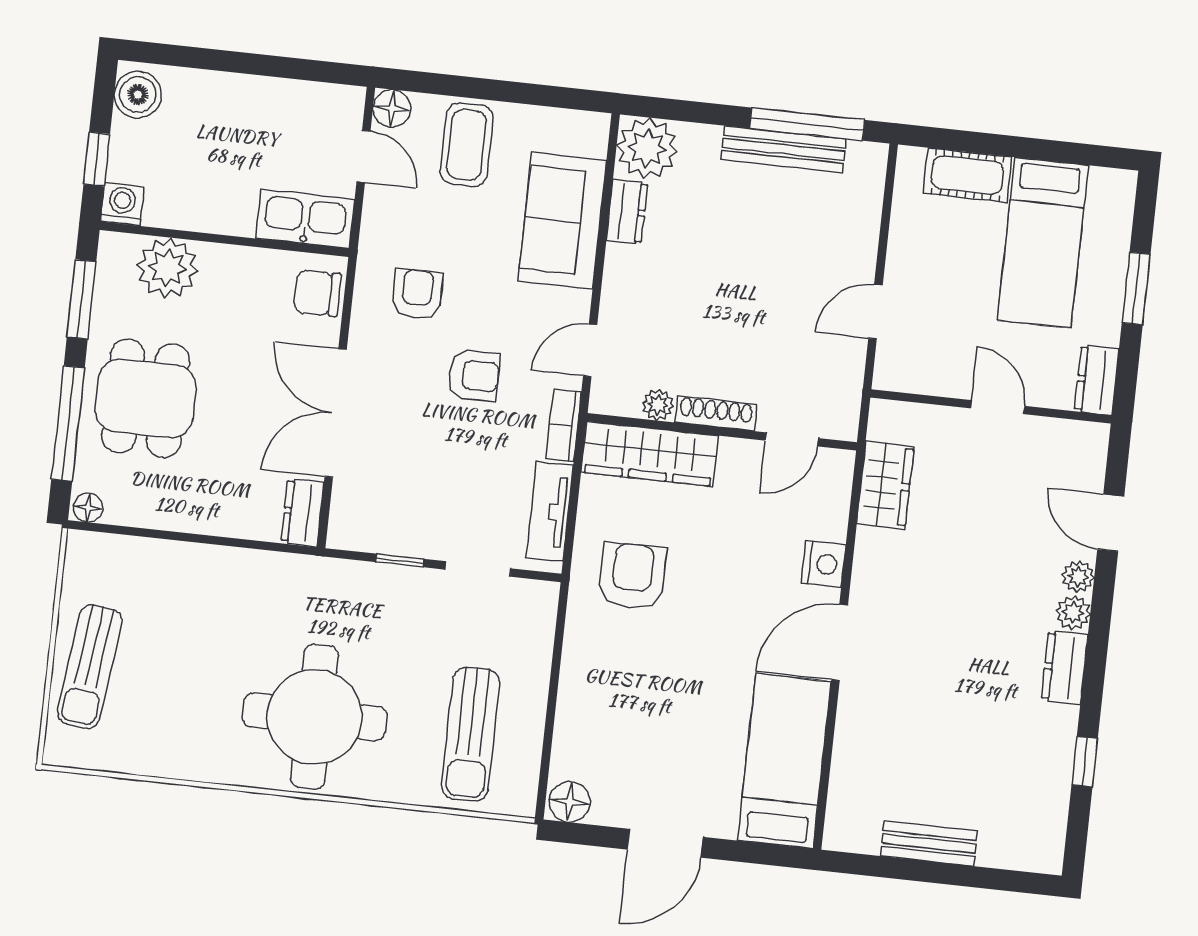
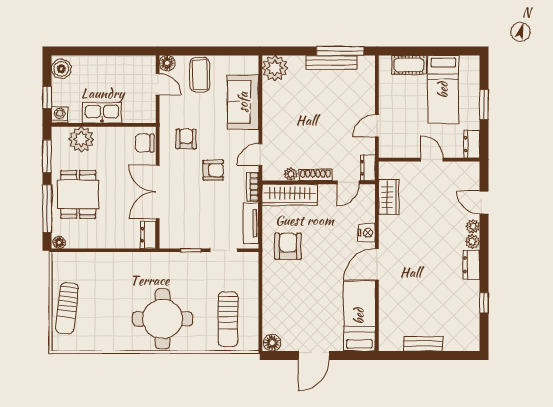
dresser: (627, 212) -> (368, 168), moved, turned 180
kitchen sink: (305, 219) -> (102, 113), moved

